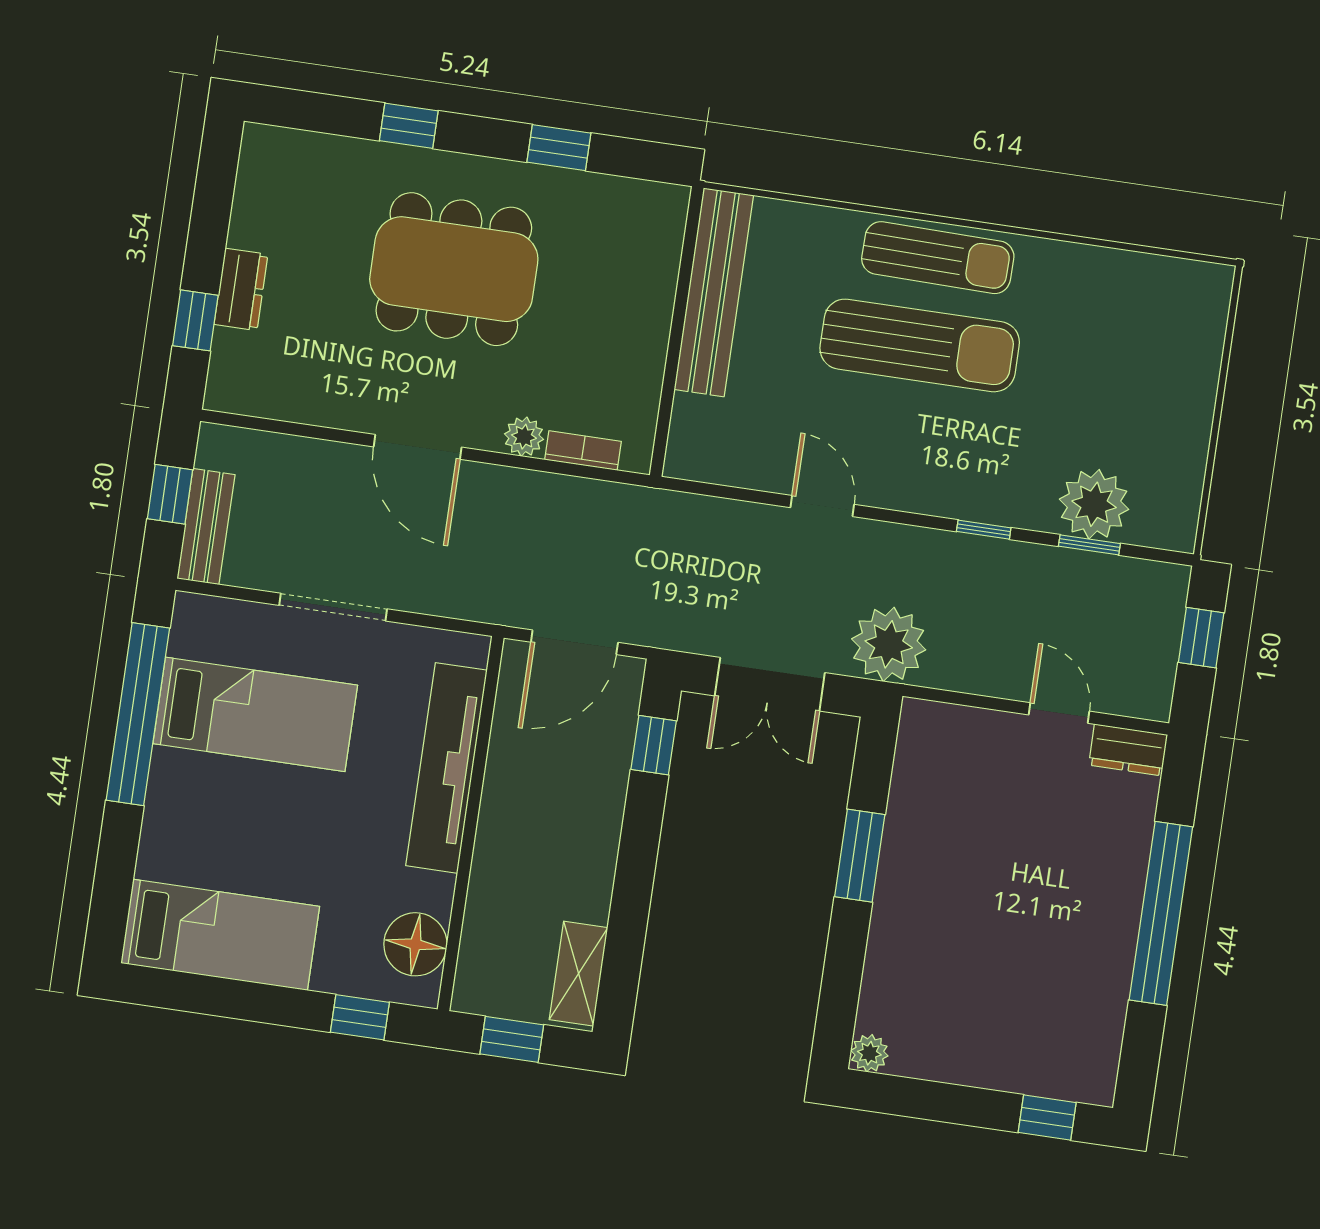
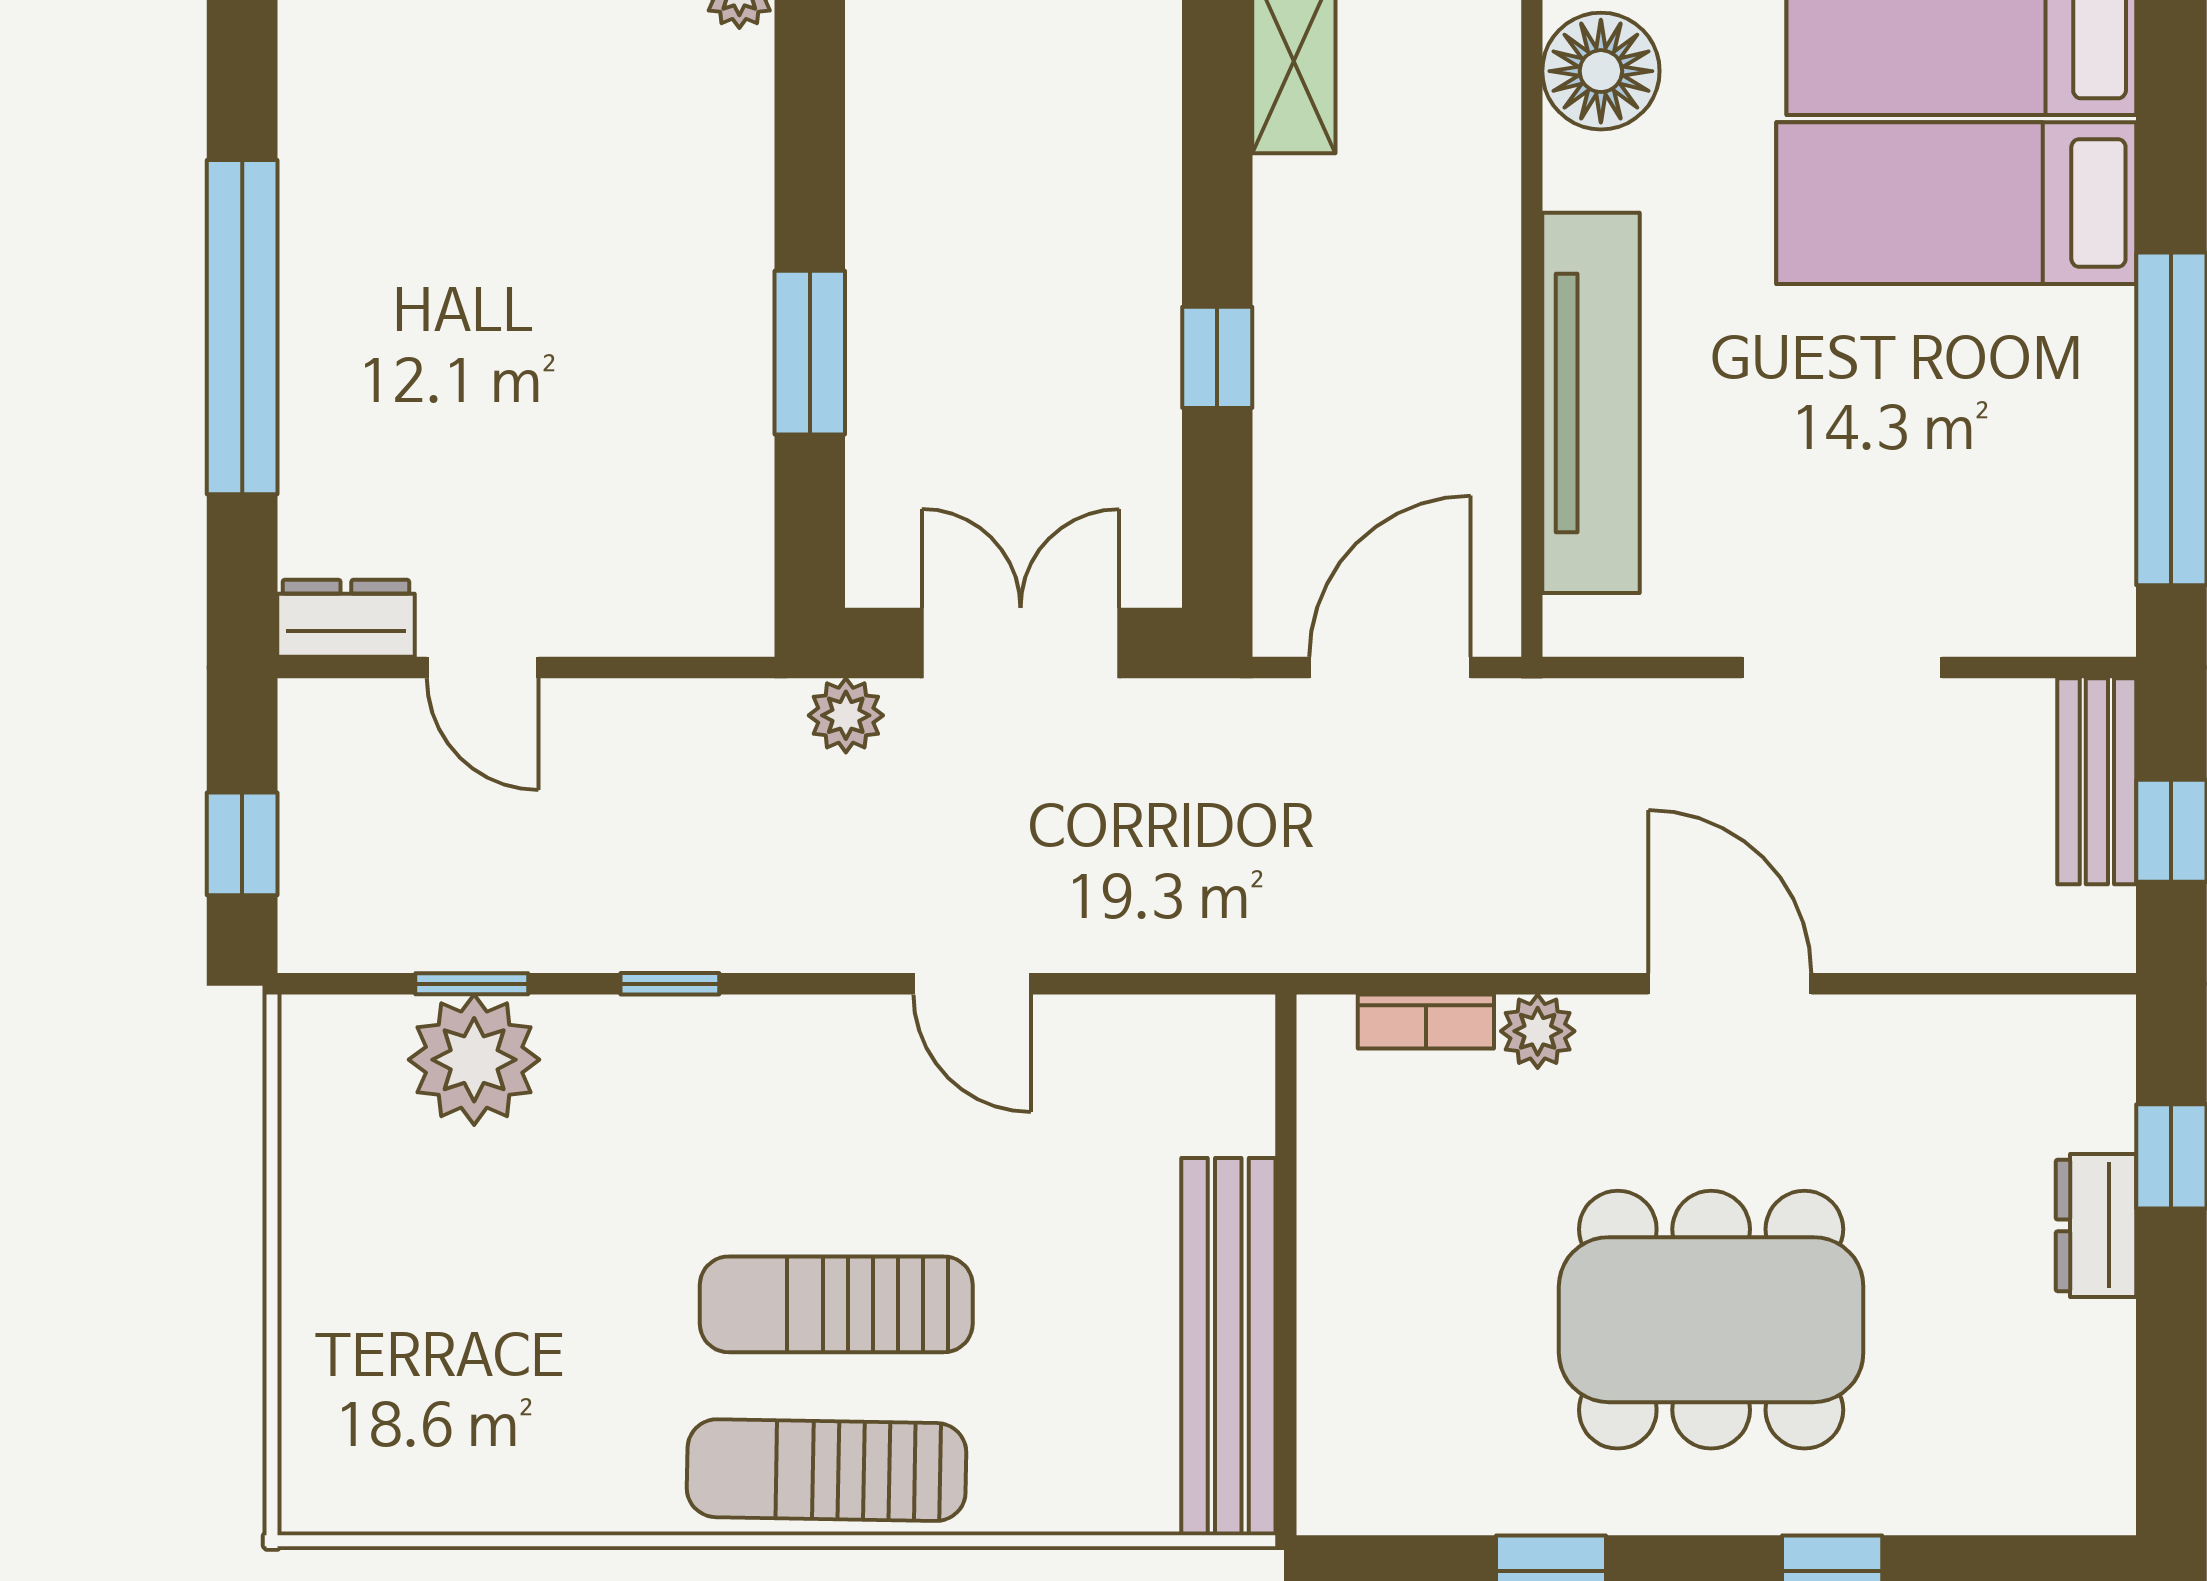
sun lounger: (920, 345) -> (836, 1304), width x0.73, depth x0.75
plant: (889, 644) -> (846, 715), width x0.53, depth x0.53
bed: (255, 714) -> (1956, 203), moved
window: (654, 745) -> (1217, 357), moved

